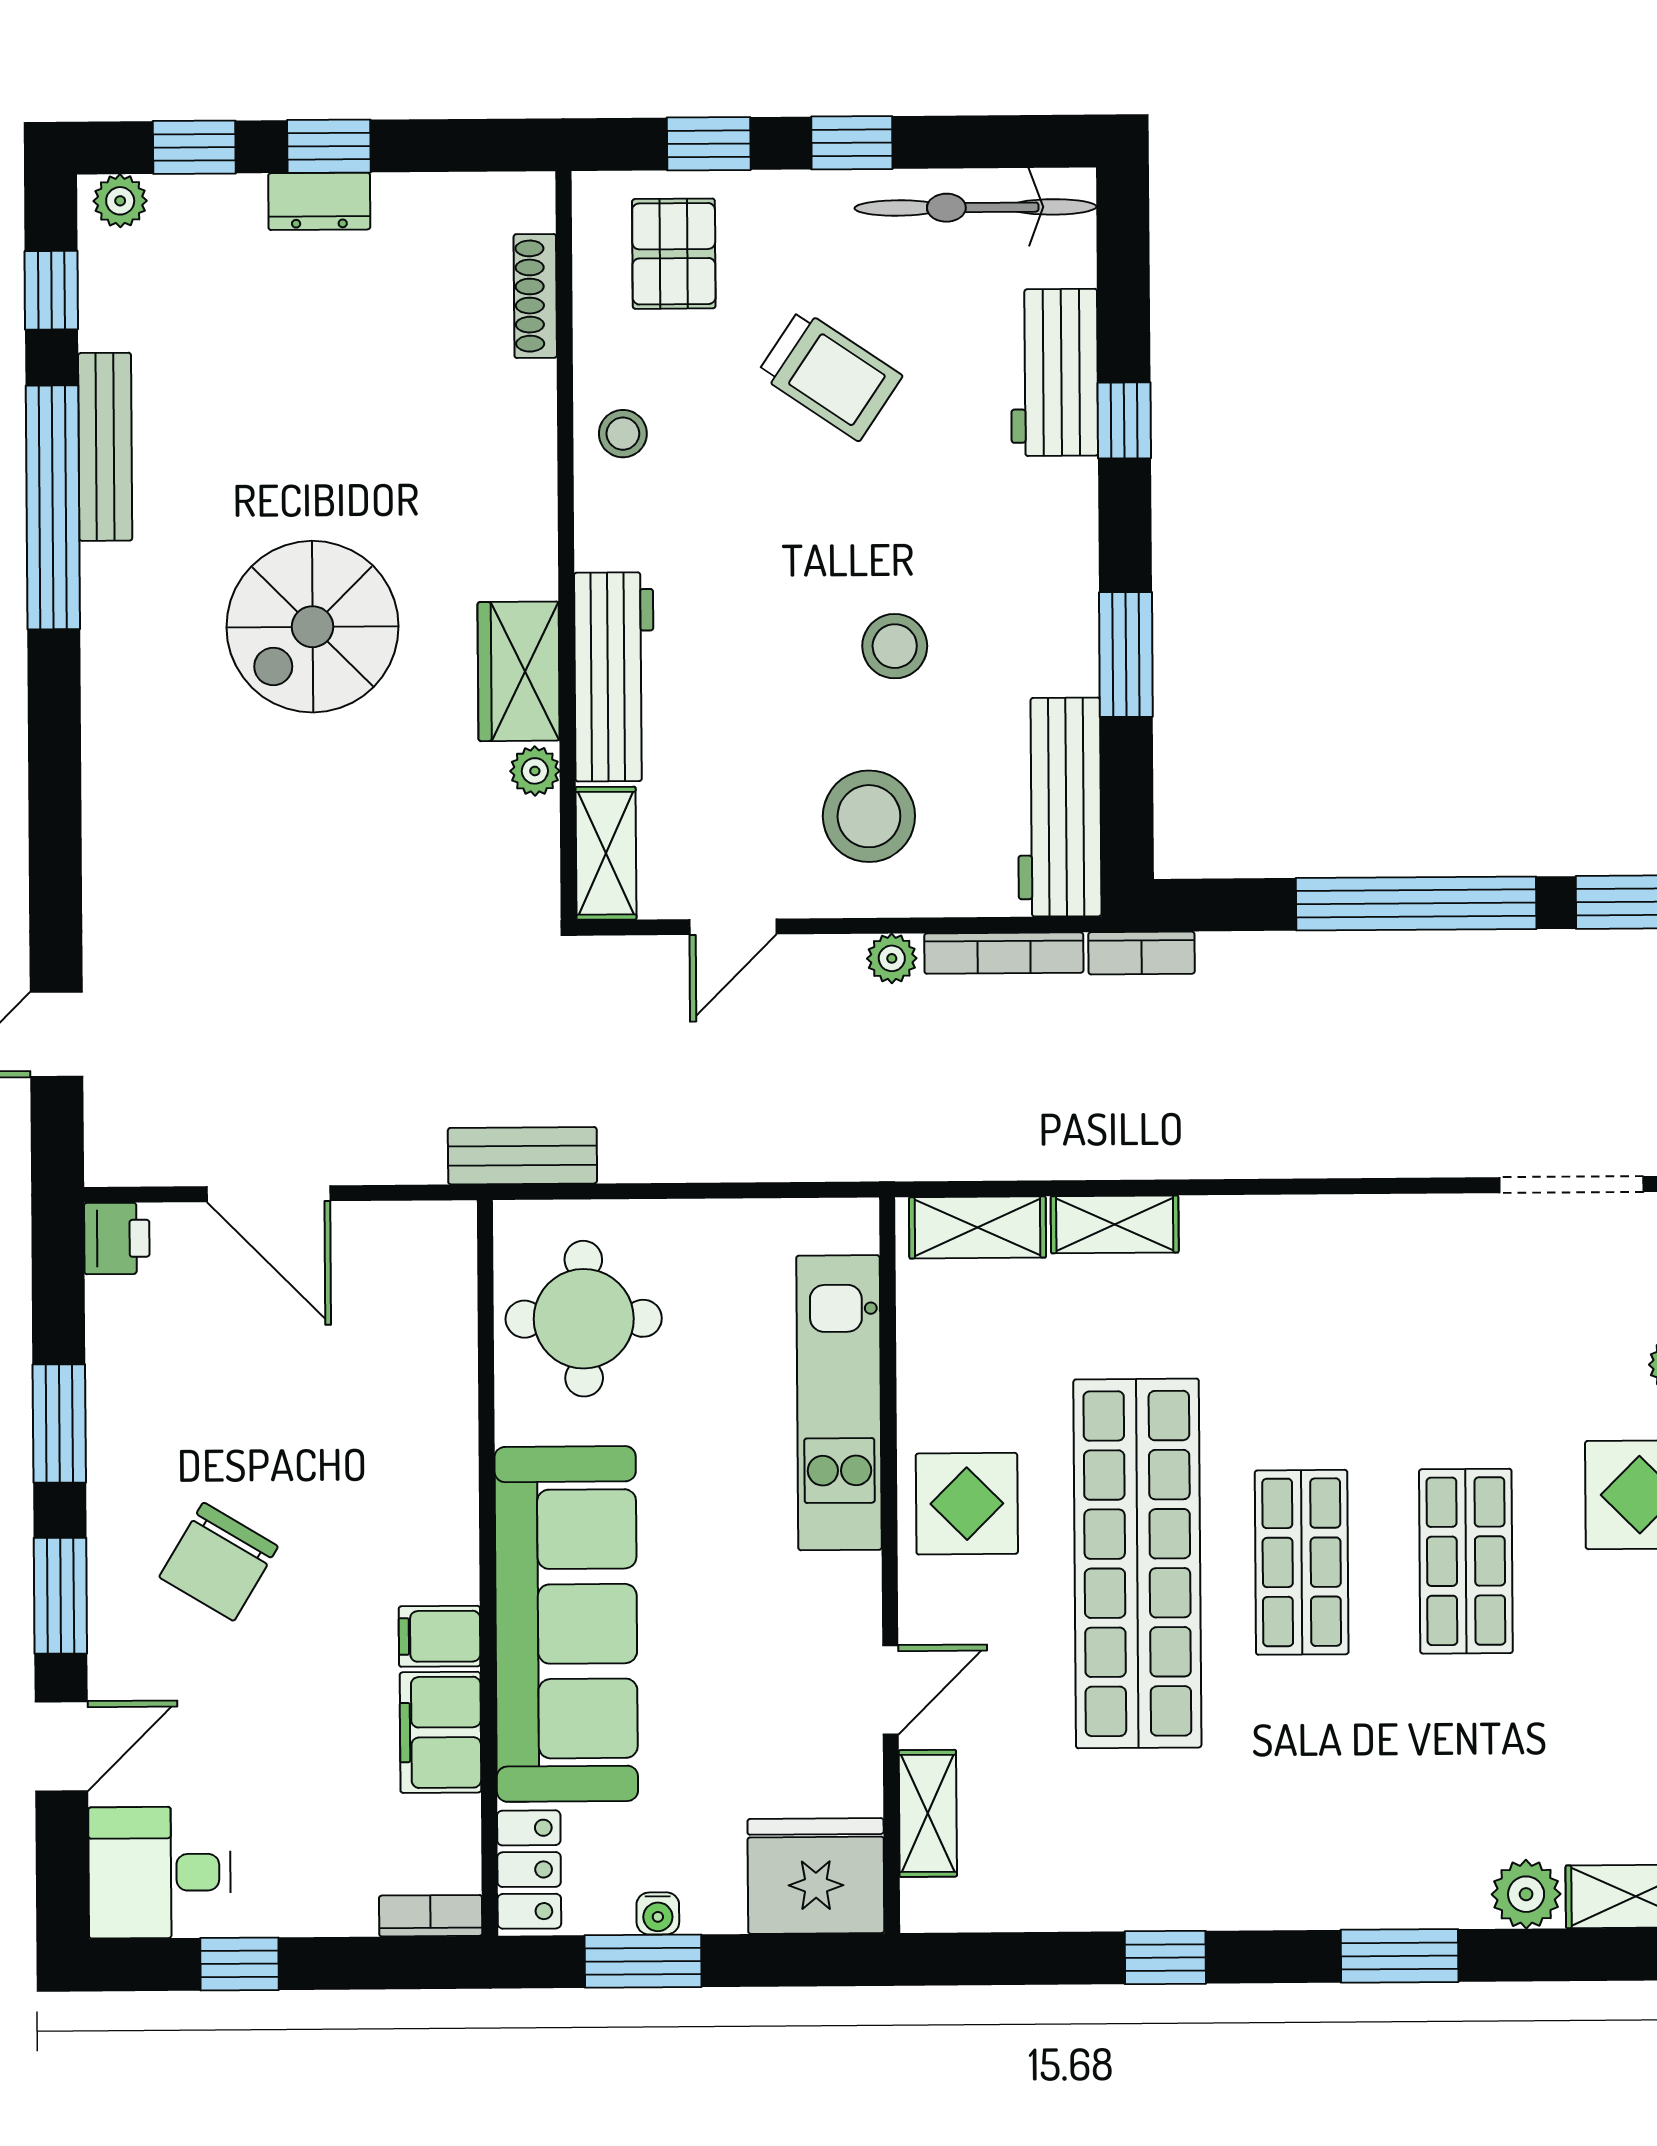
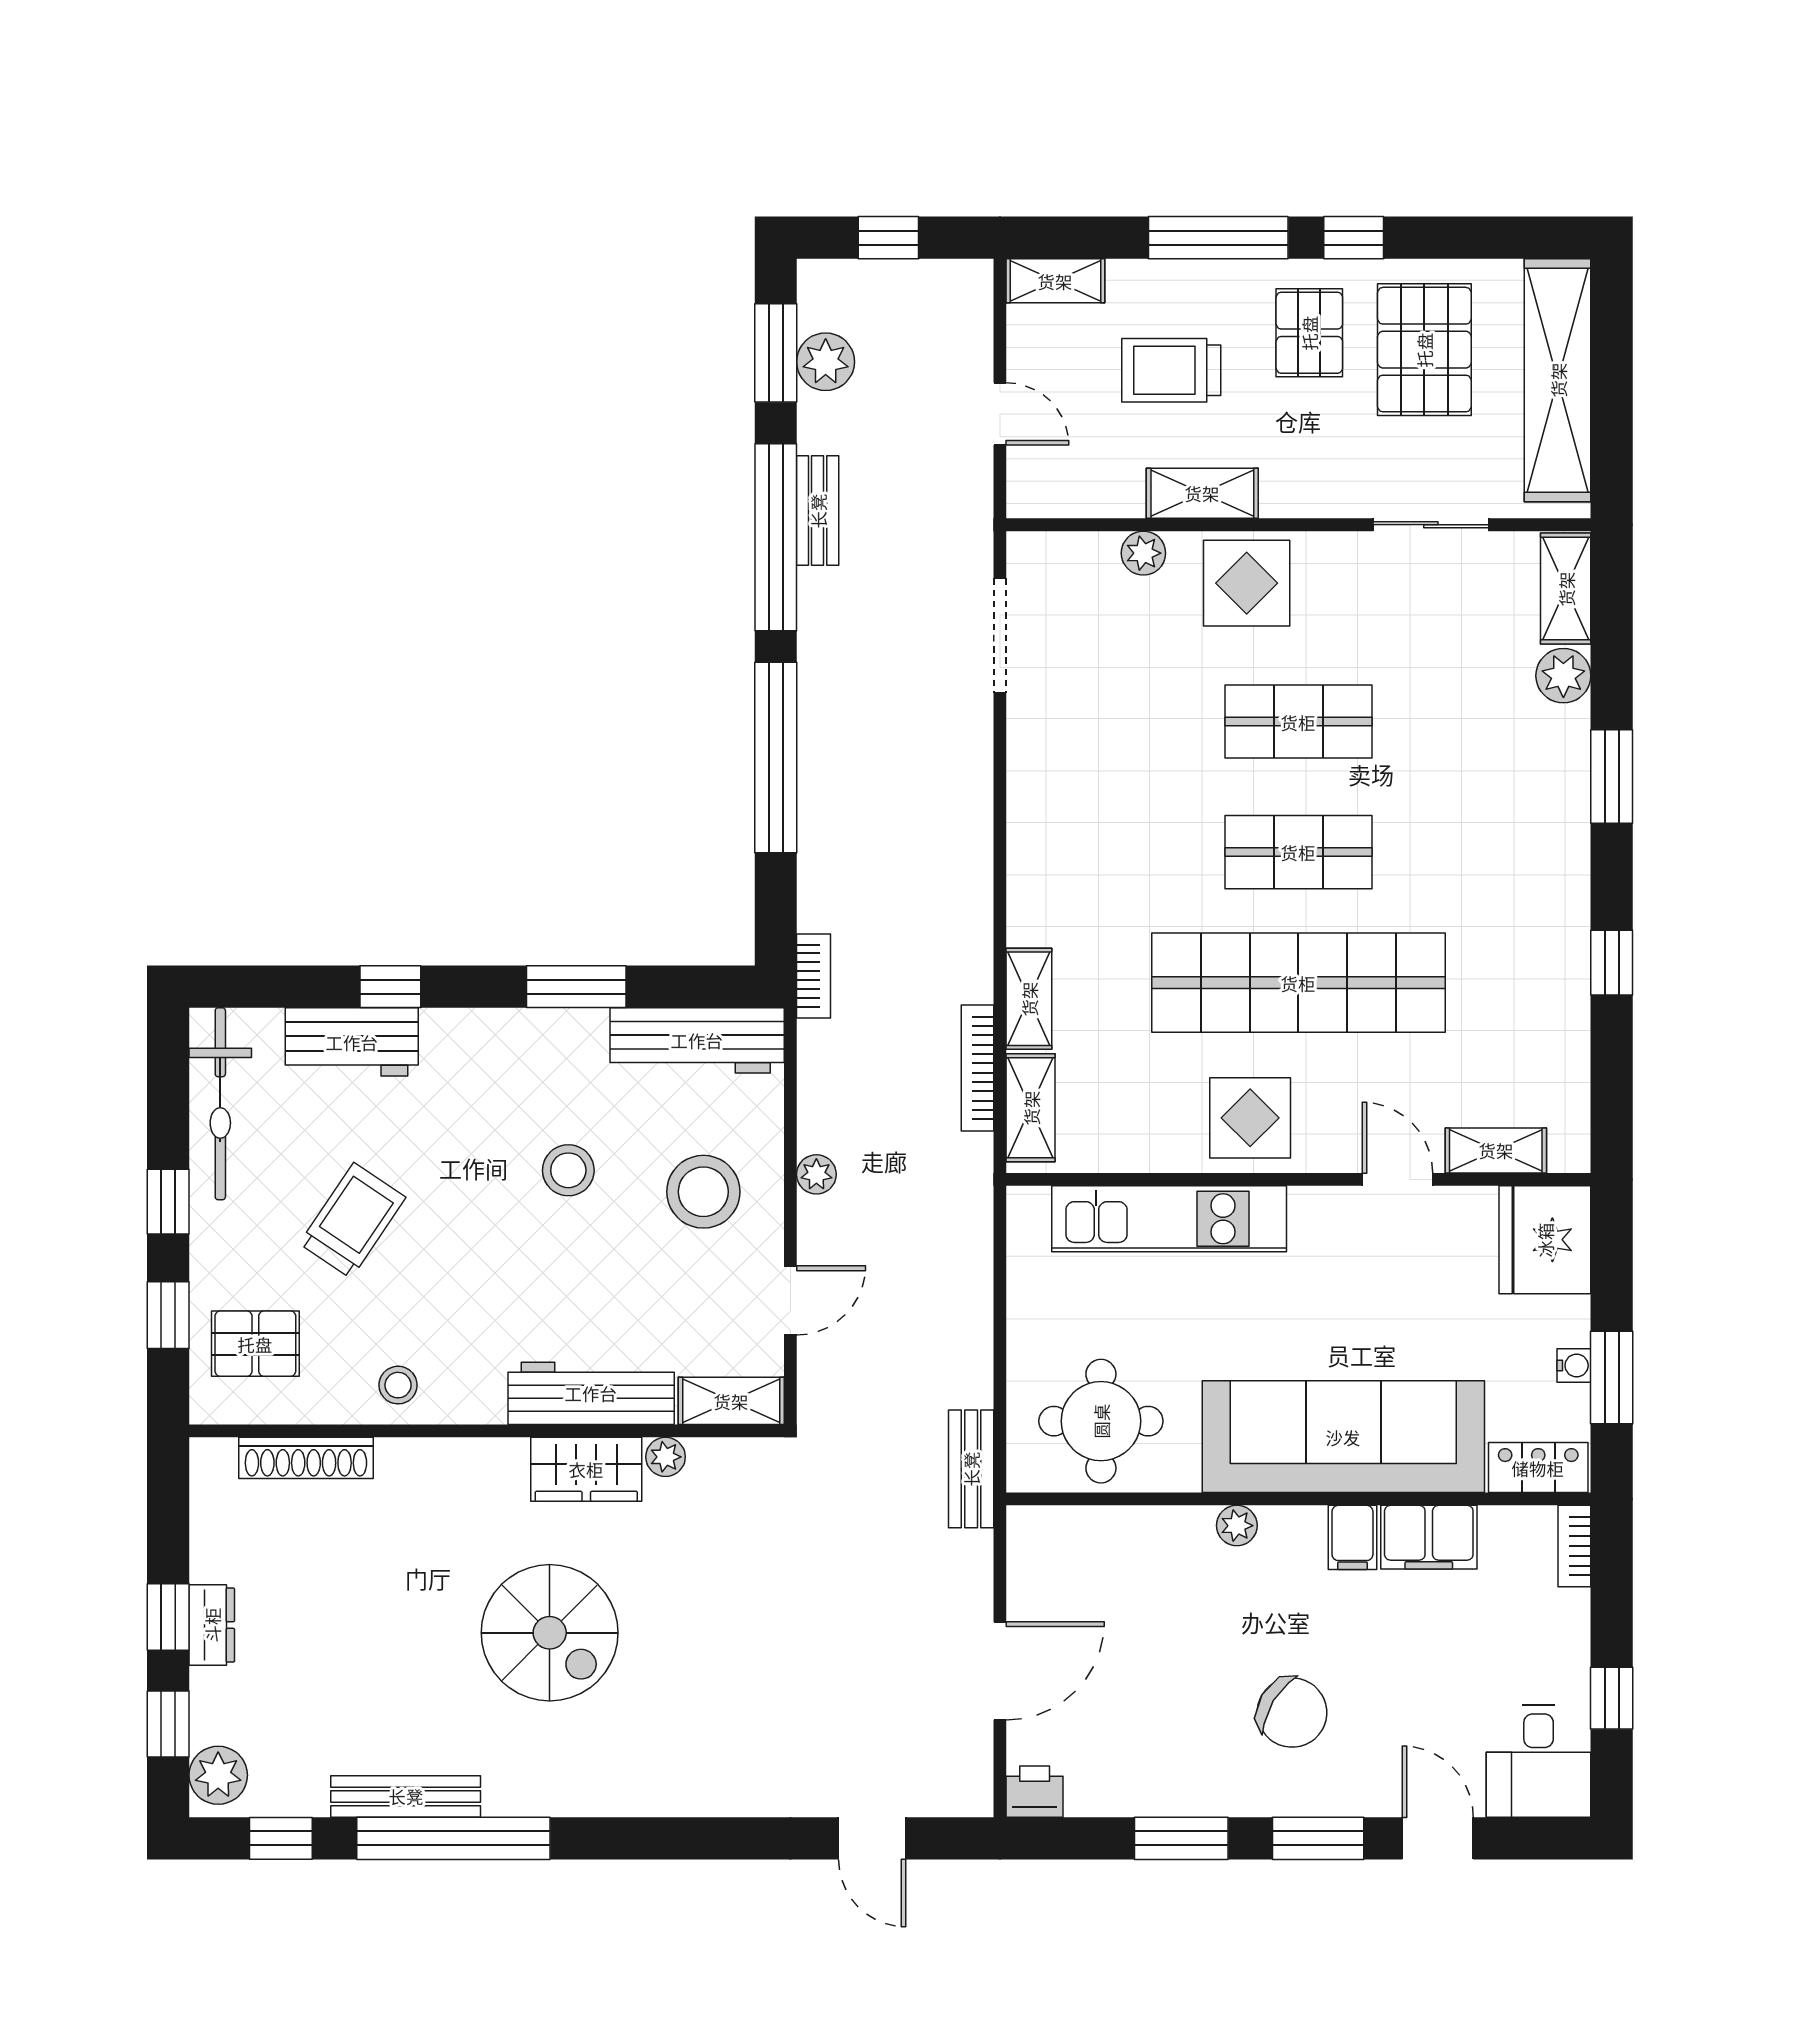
plant: (120, 201) -> (218, 1775), width x1.38, depth x1.38
shoe rack: (535, 296) -> (306, 1458), width x1.36, depth x1.24
door: (733, 927) -> (790, 1300), hinge flipped
bookcase: (1004, 953) -> (977, 1068), moved, turned 180
plant: (454, 1491) -> (1237, 1526), added

